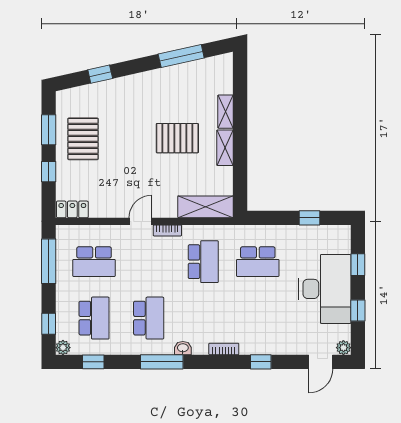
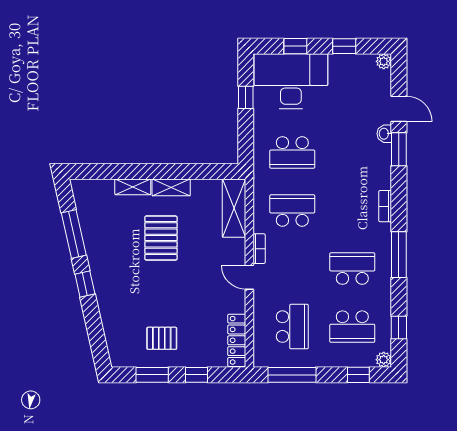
window: (100, 74) -> (85, 284), moved
pallet: (83, 139) -> (162, 338), width x0.67, depth x0.71
locker: (72, 209) -> (237, 340), width x1.53
school desk: (258, 262) -> (292, 152), turned 90
desk: (325, 289) -> (291, 81), moved
school desk: (94, 318) -> (352, 327), turned 180
washbasin: (183, 348) -> (384, 134), moved
bookcase: (224, 349) -> (385, 206), moved
window: (261, 362) -> (399, 149), width x1.50
door: (321, 362) -> (399, 109), moved

